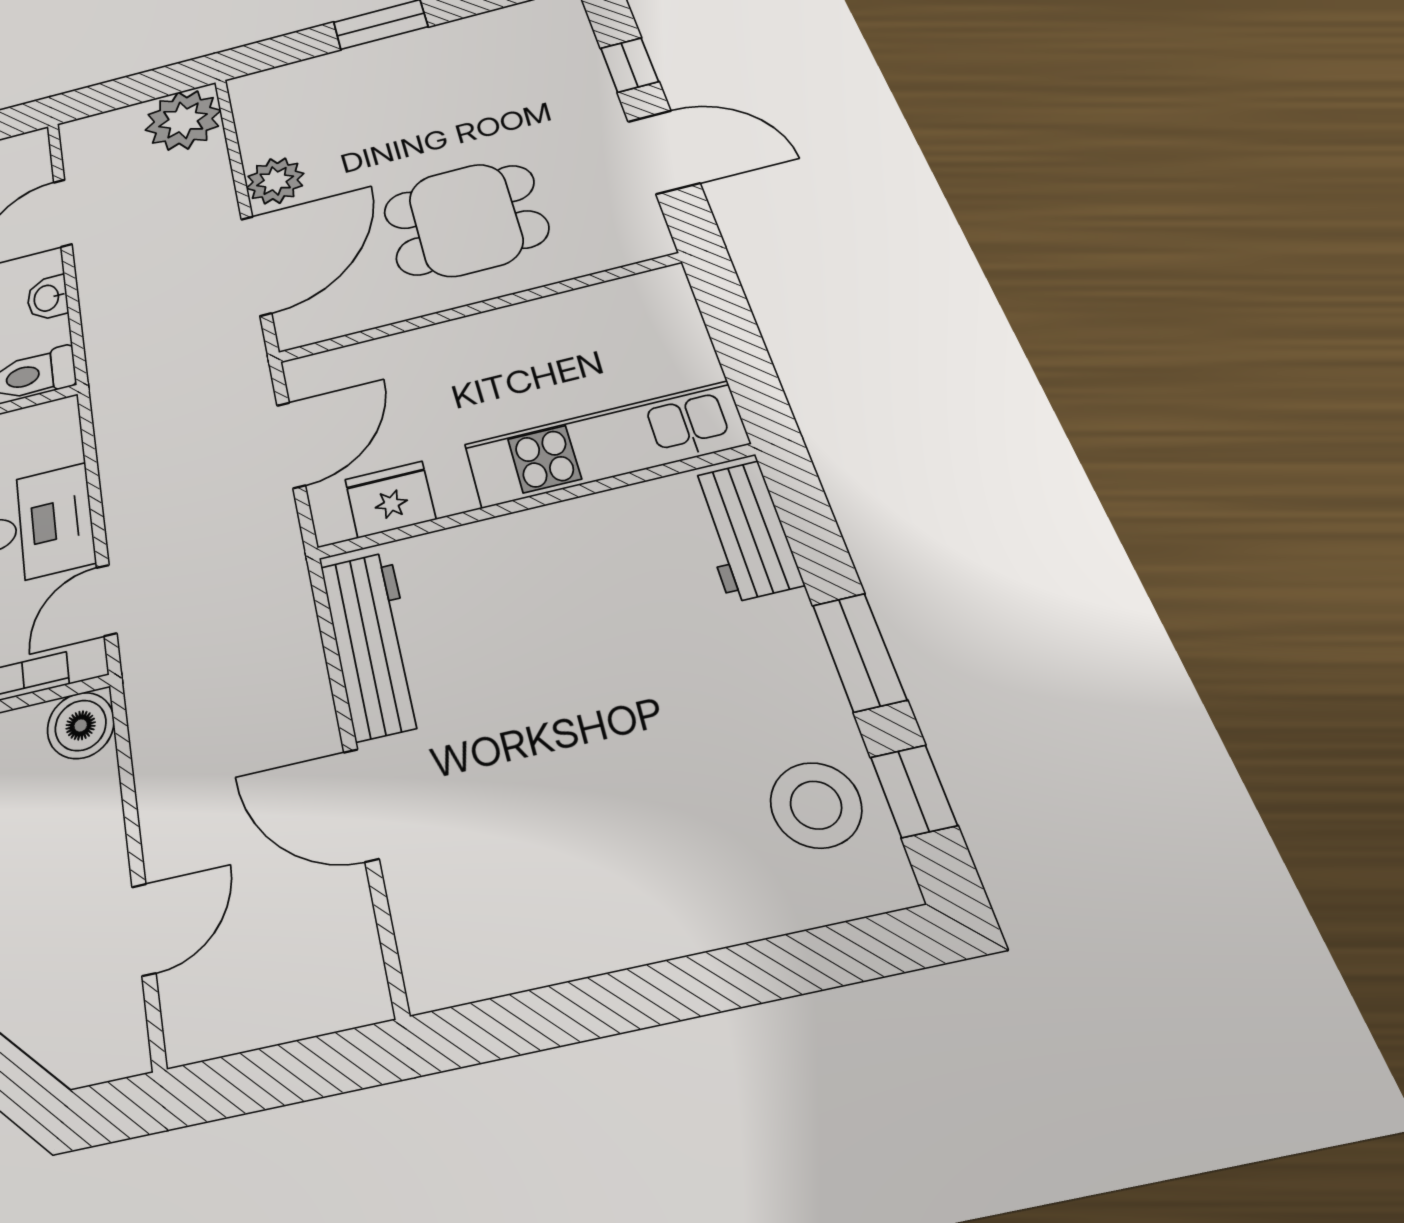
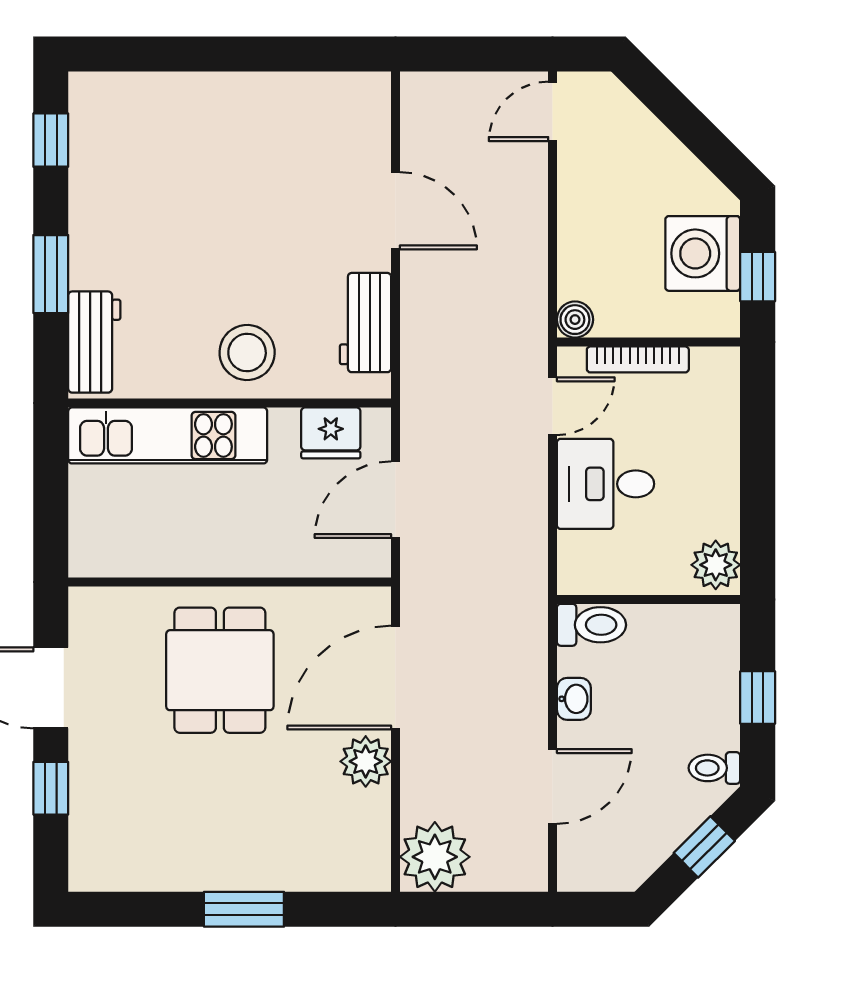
dining table: (466, 220) -> (220, 670), turned 90
workbench: (373, 644) -> (365, 323), width x0.73
window: (859, 652) -> (51, 274), moved
boiler: (81, 725) -> (575, 320), width x0.73, depth x0.73
stool: (816, 805) -> (247, 353), moved
door: (144, 930) -> (553, 111), moved

